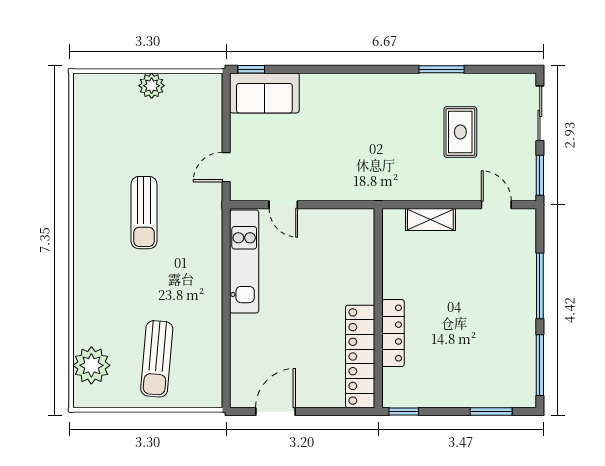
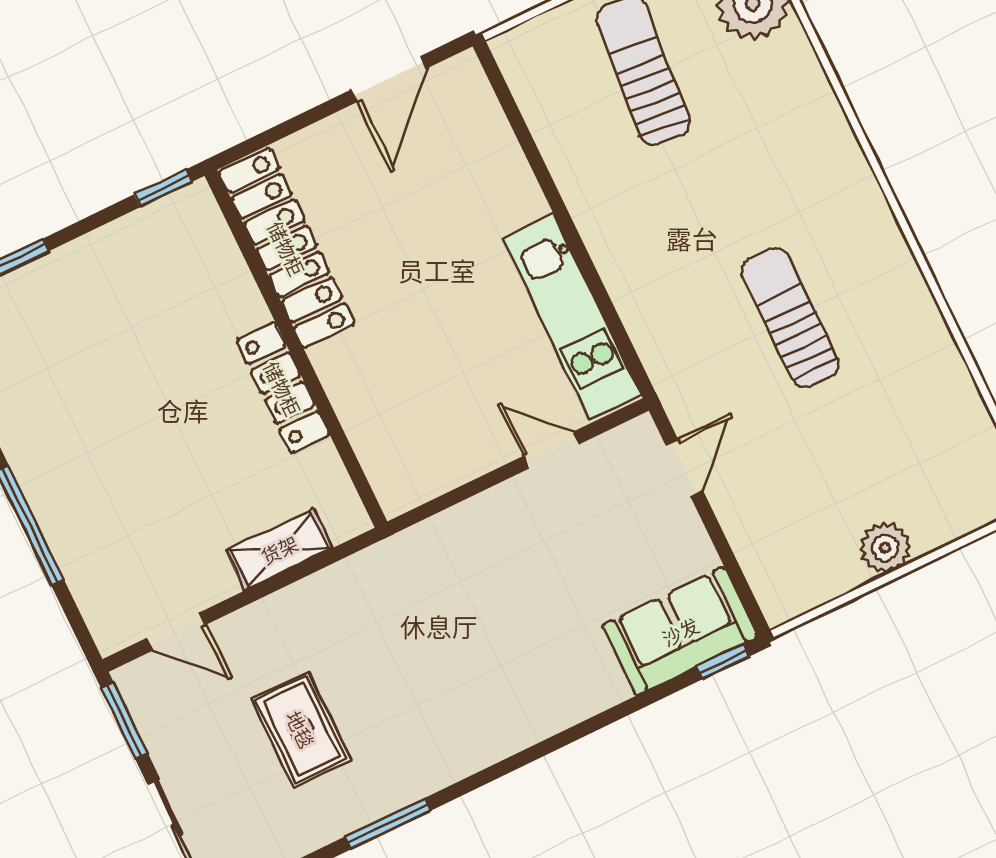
locker: (393, 333) -> (283, 388), moved

